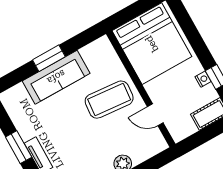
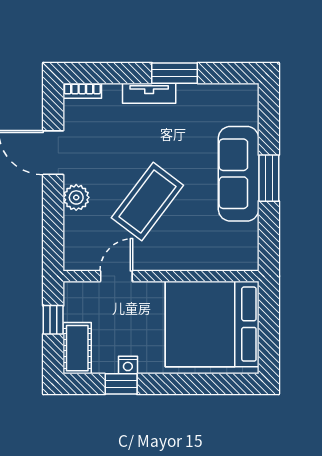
coffee table: (109, 100) -> (147, 202), moved, turned 32
window: (201, 137) -> (53, 320), added

